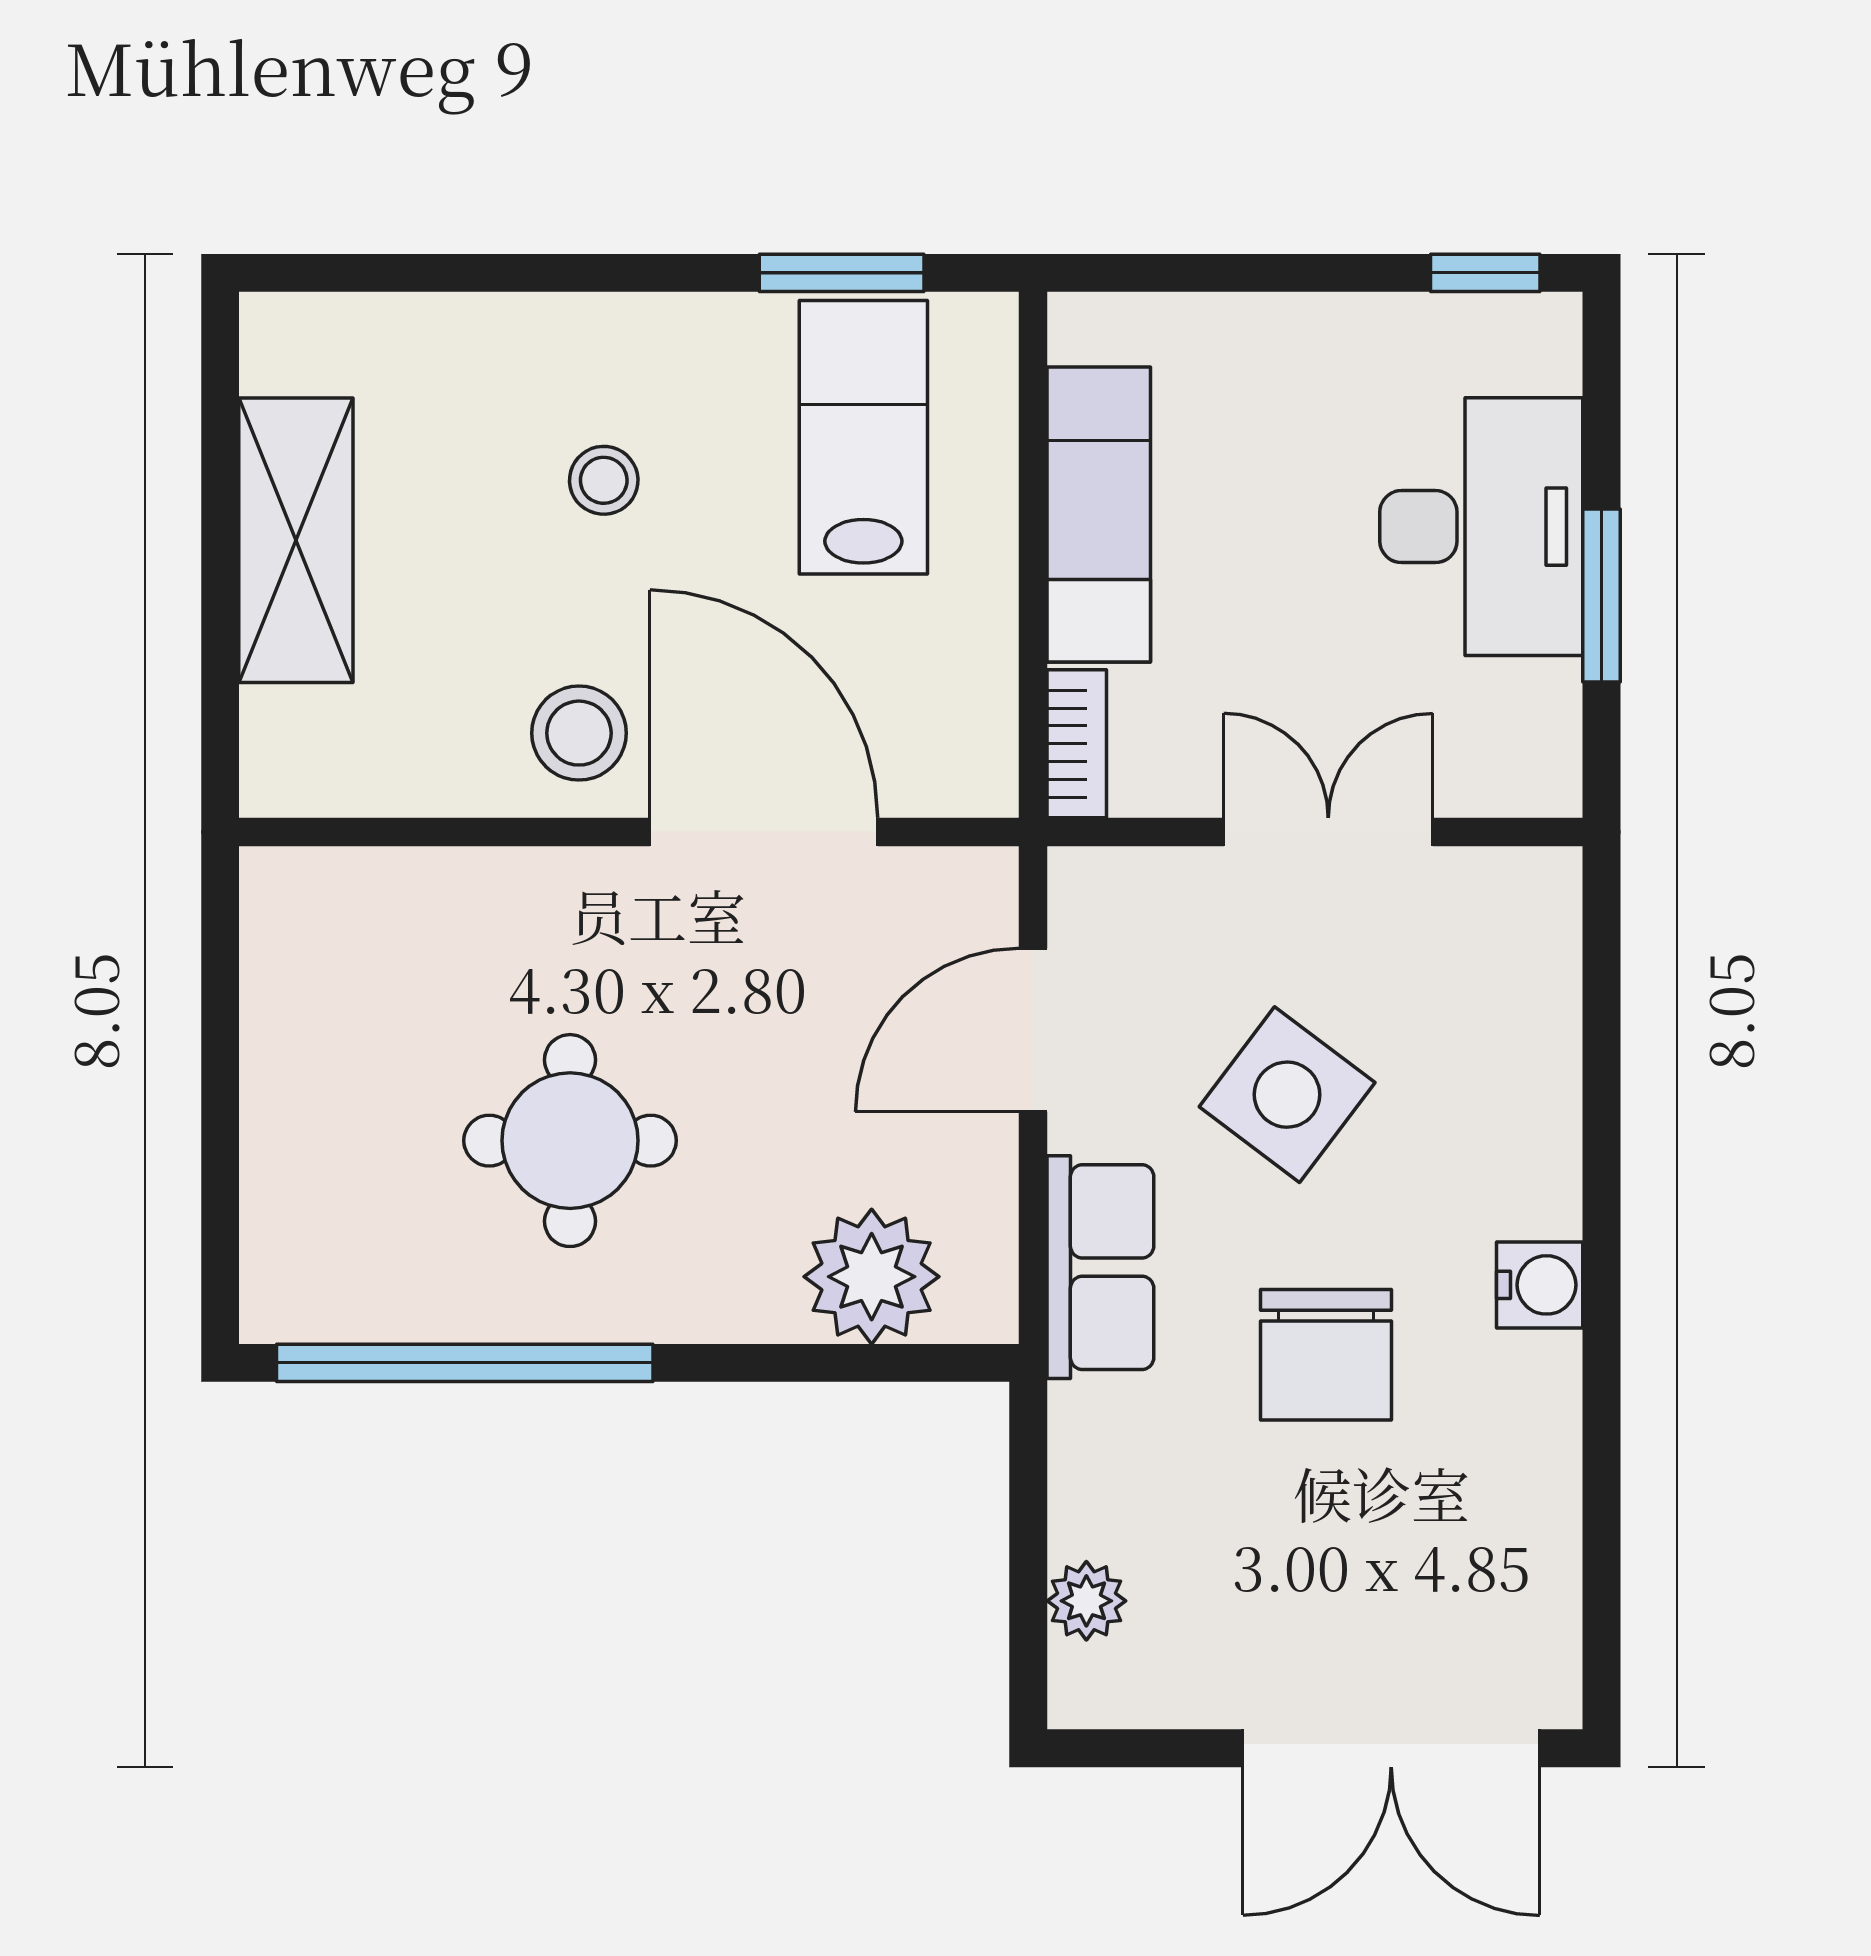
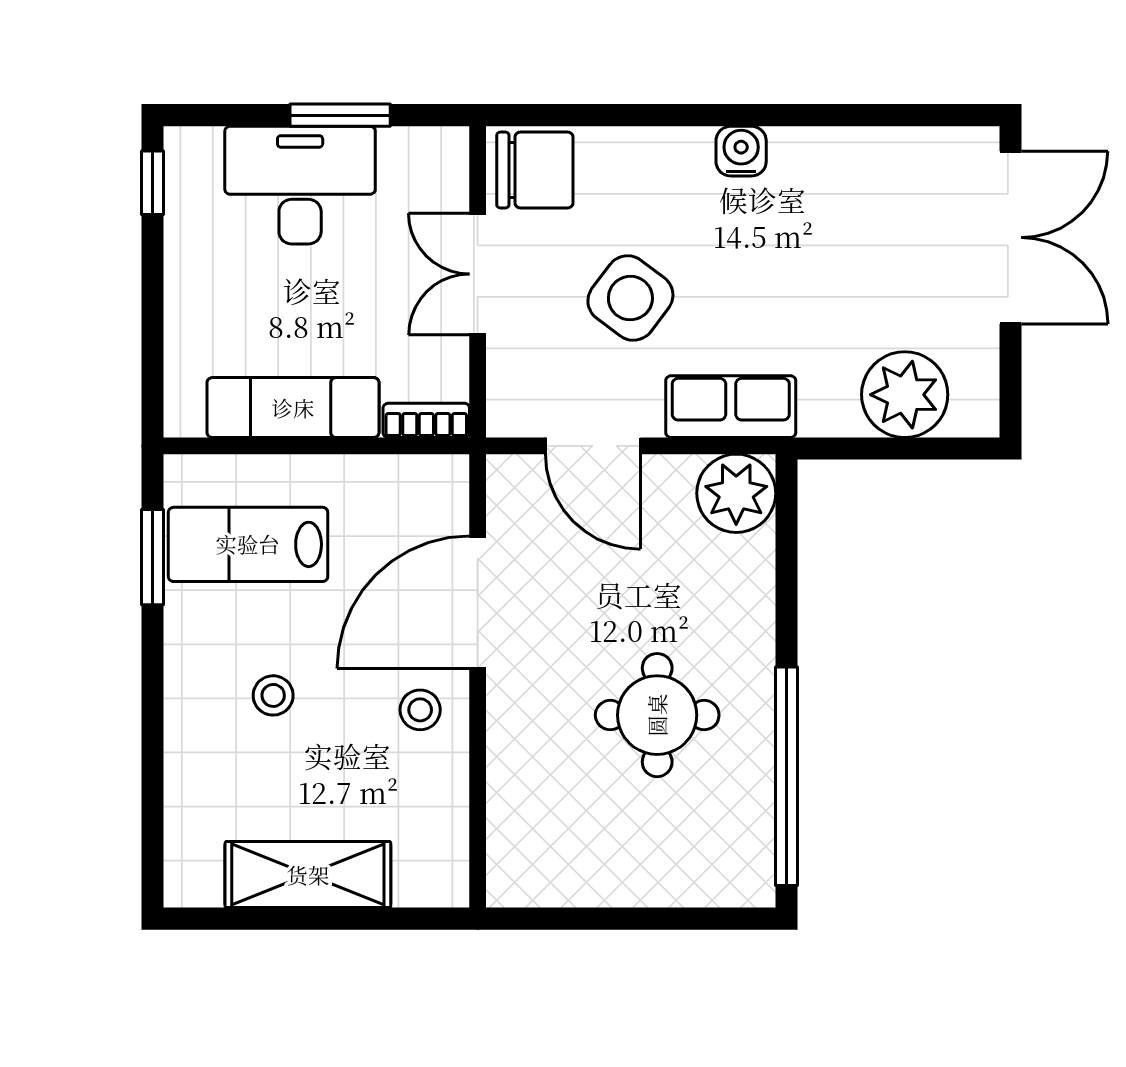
stool: (579, 733) -> (420, 710), width x0.73, depth x0.73
plant: (872, 1277) -> (736, 493), moved
chair: (1326, 1355) -> (535, 170), moved
plant: (1086, 1601) -> (905, 395), width x1.88, depth x1.88

